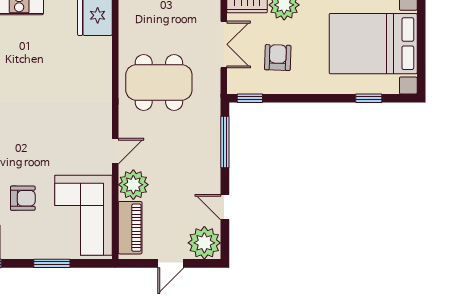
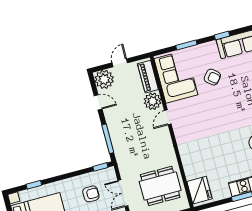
armchair: (278, 58) -> (91, 194), turned -92
dining table: (159, 82) -> (160, 186), moved
armchair: (23, 198) -> (212, 77), turned -140

